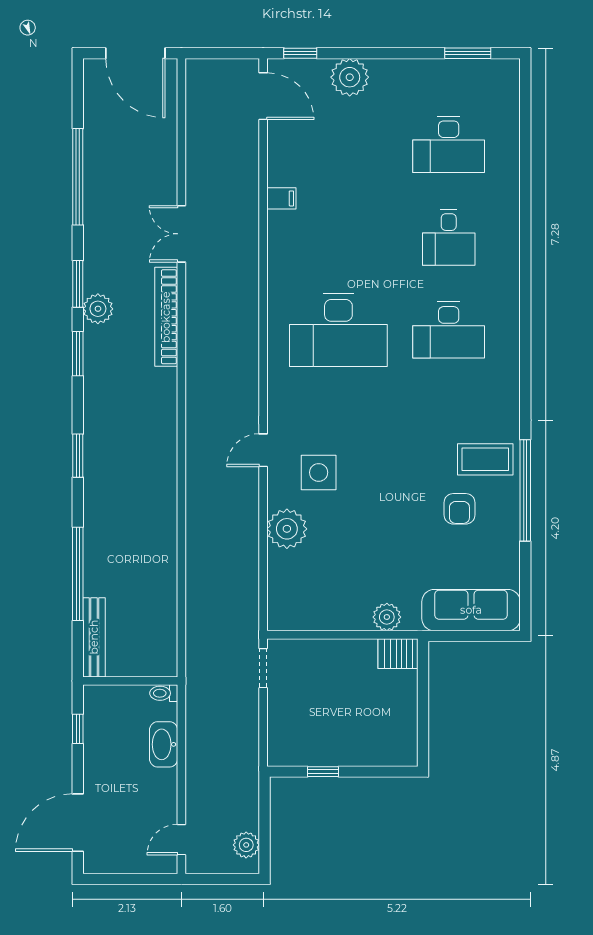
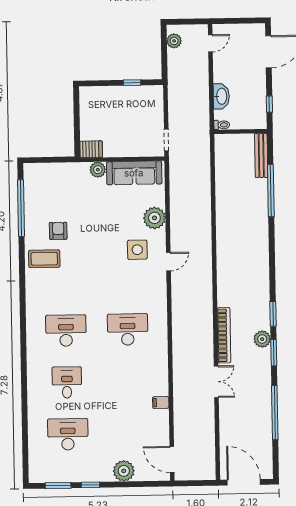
window: (300, 53) -> (90, 485), moved
desk: (338, 330) -> (128, 329), width x0.73, depth x0.77
window: (78, 456) -> (272, 257), removed
window: (525, 490) -> (21, 208), moved
sofa: (471, 610) -> (134, 173), moved

